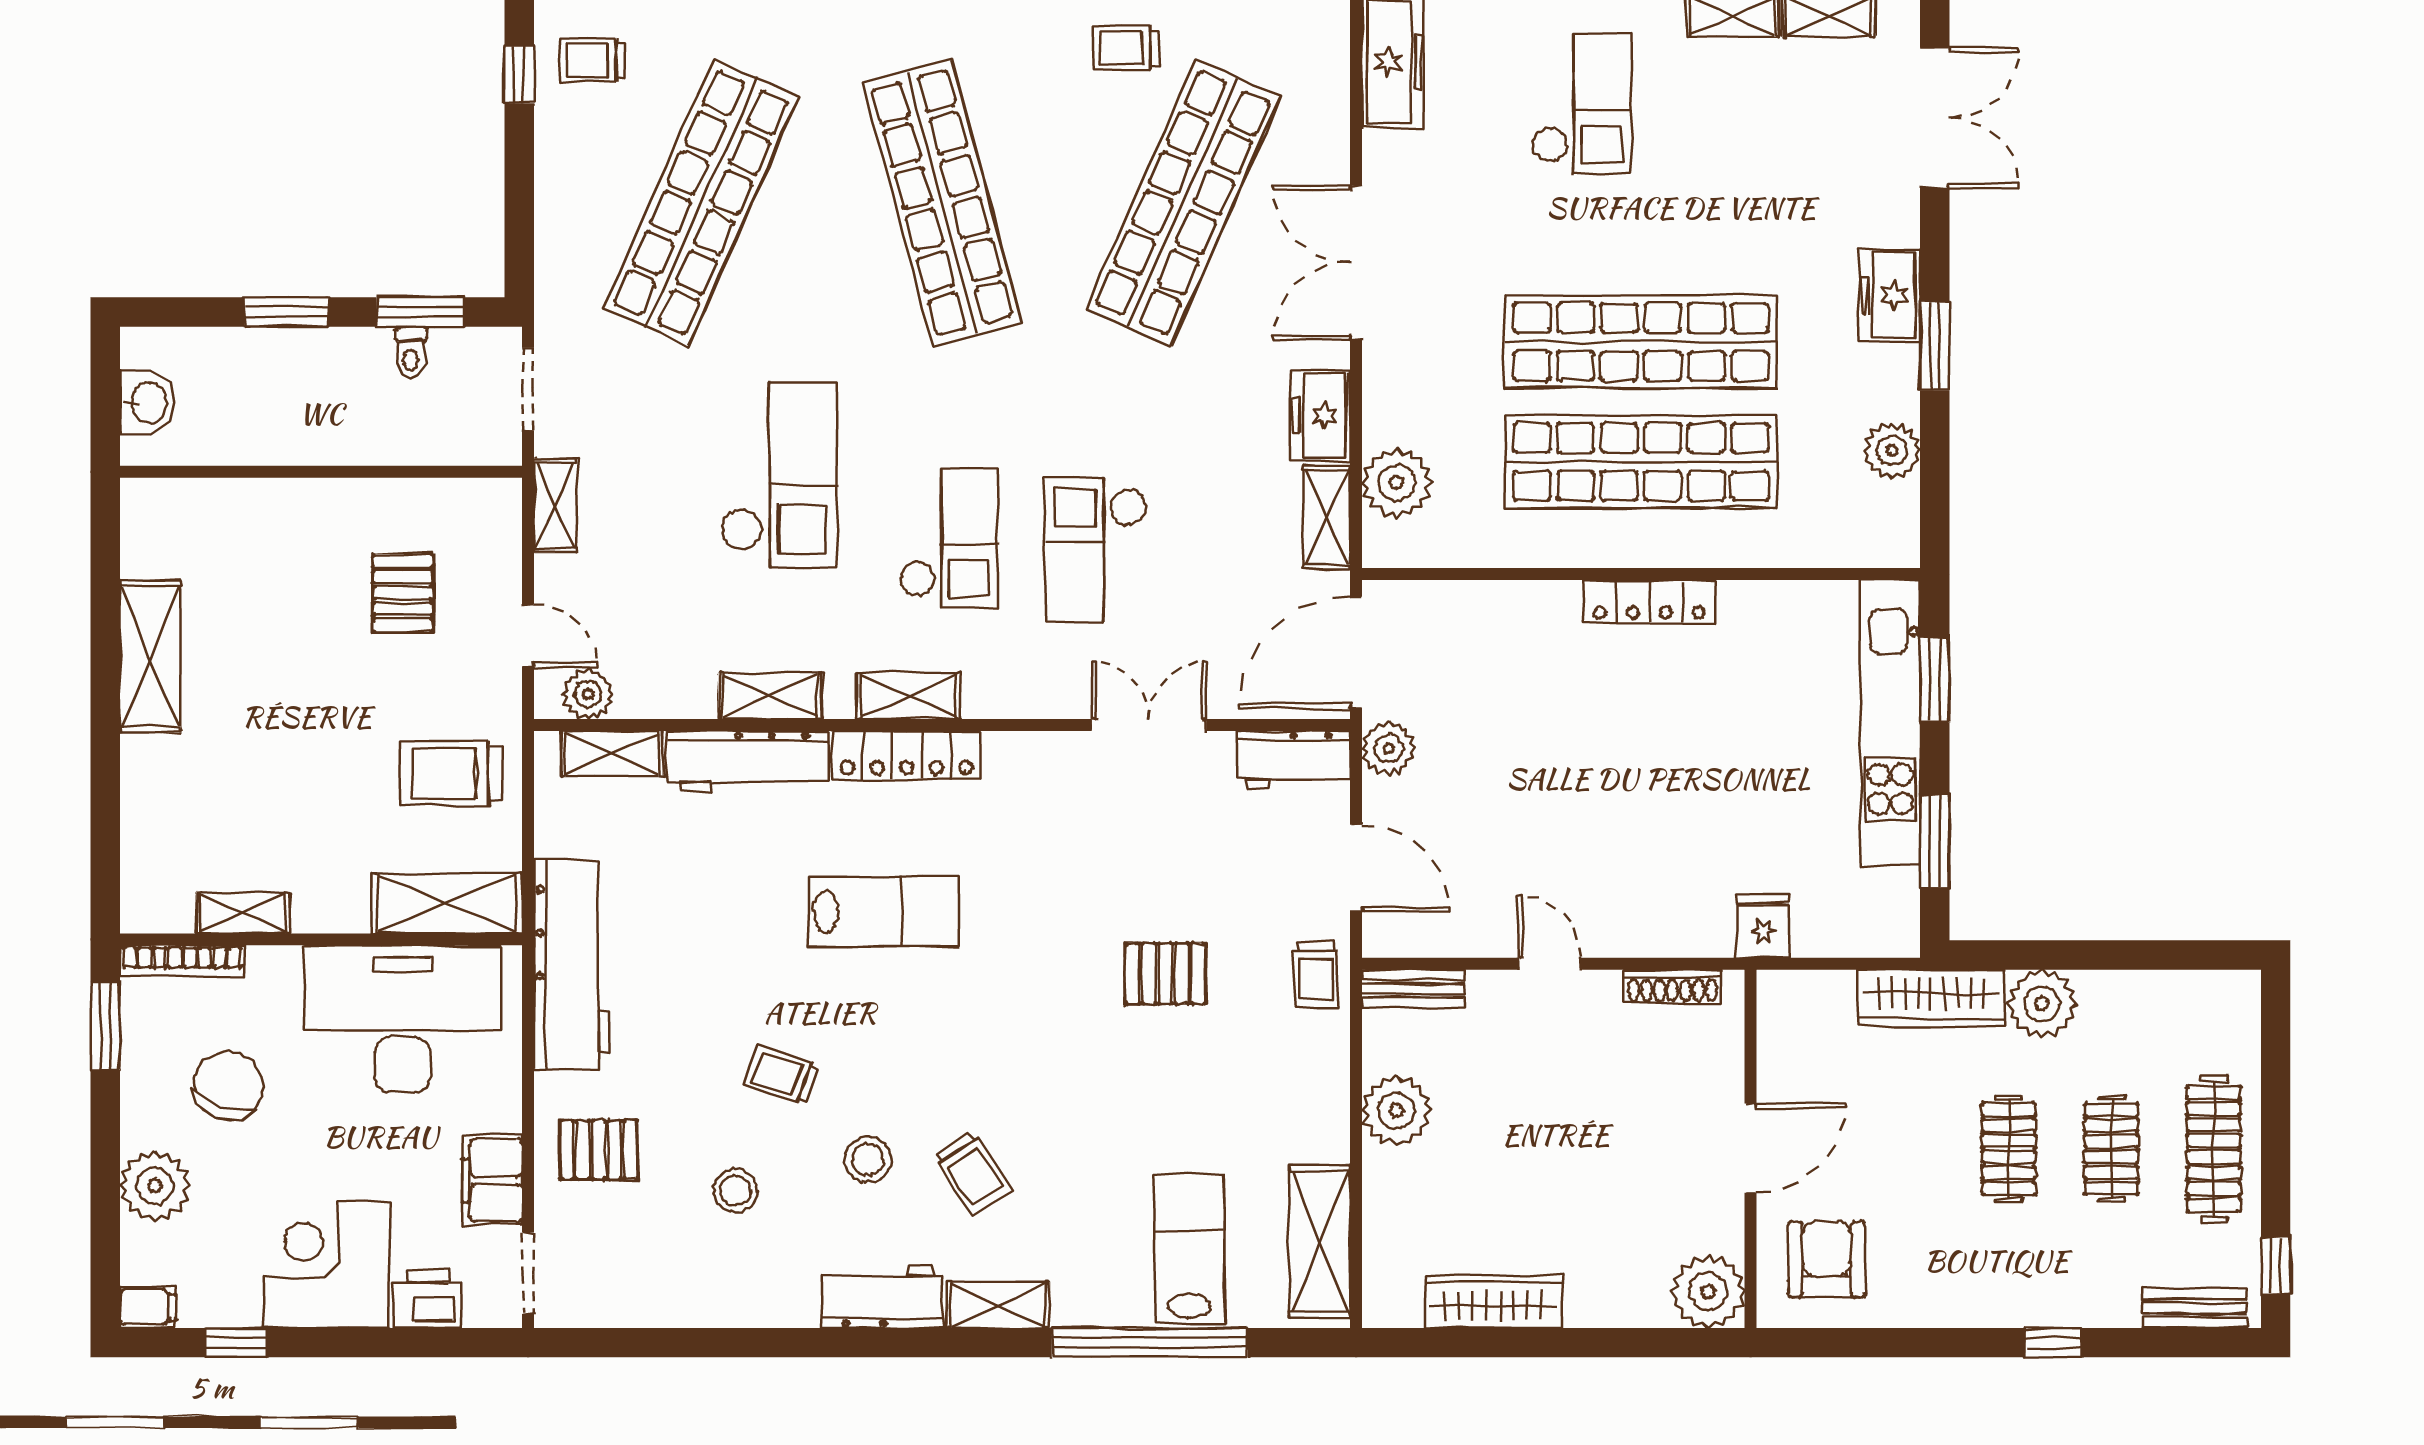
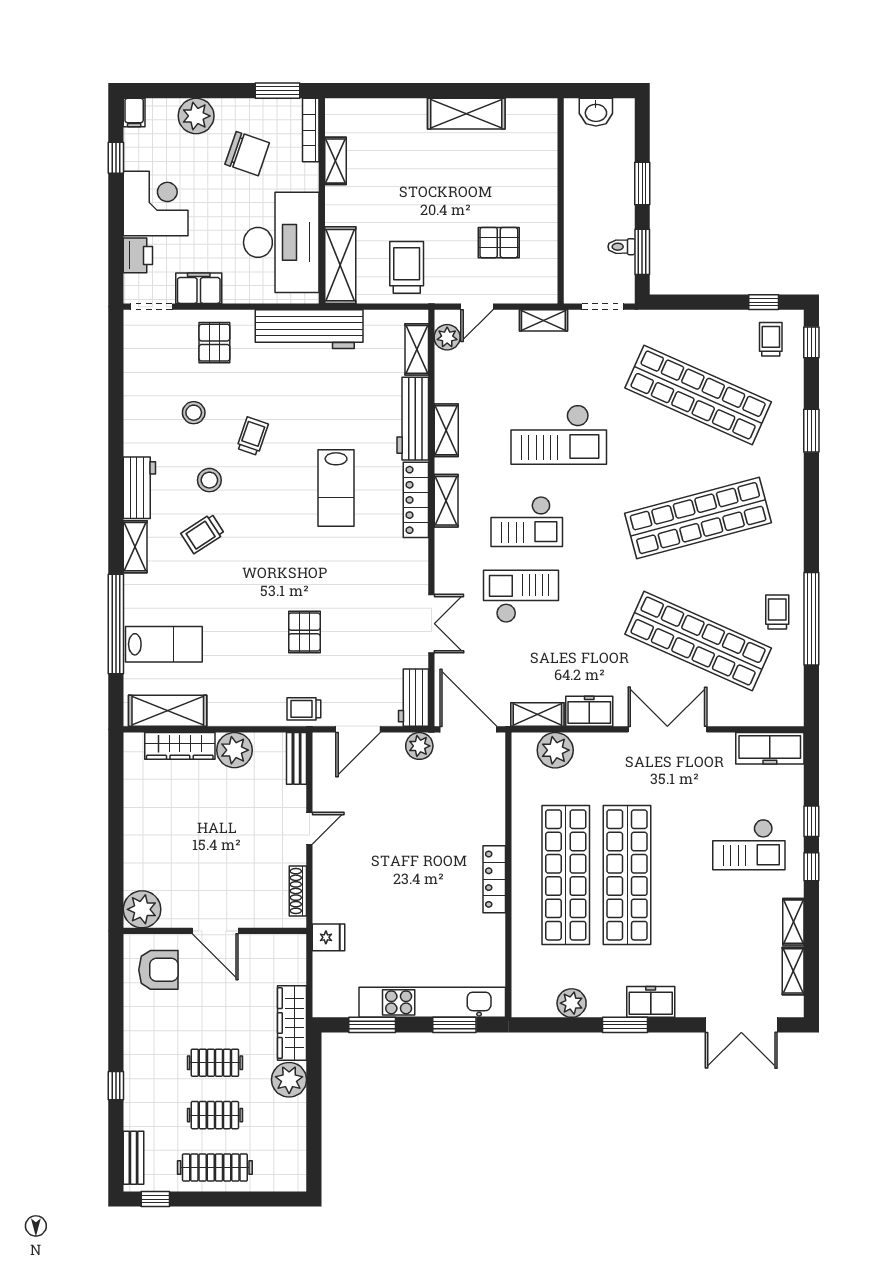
wardrobe: (1493, 1302) -> (180, 746), moved, turned 90

